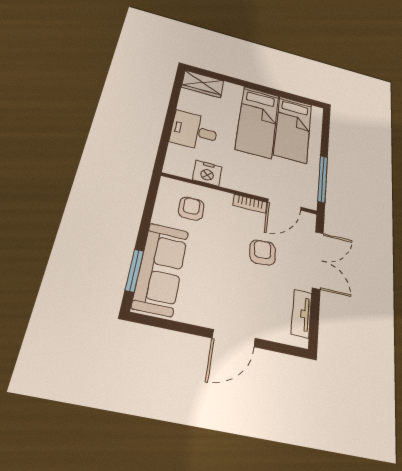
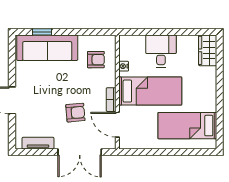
bed: (257, 122) -> (150, 91), moved, turned 180
nightstand: (207, 173) -> (124, 66), width x0.53, depth x0.56
window: (323, 179) -> (148, 152), removed
window: (134, 270) -> (42, 32), width x0.67

